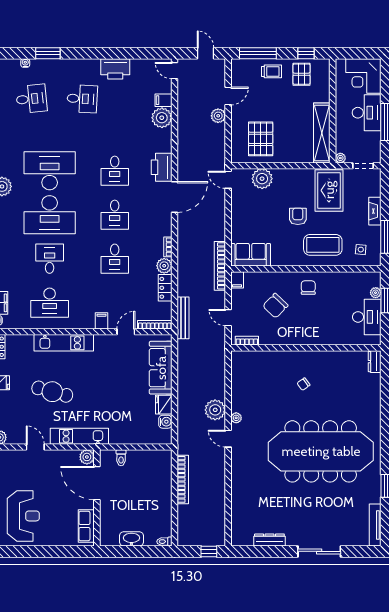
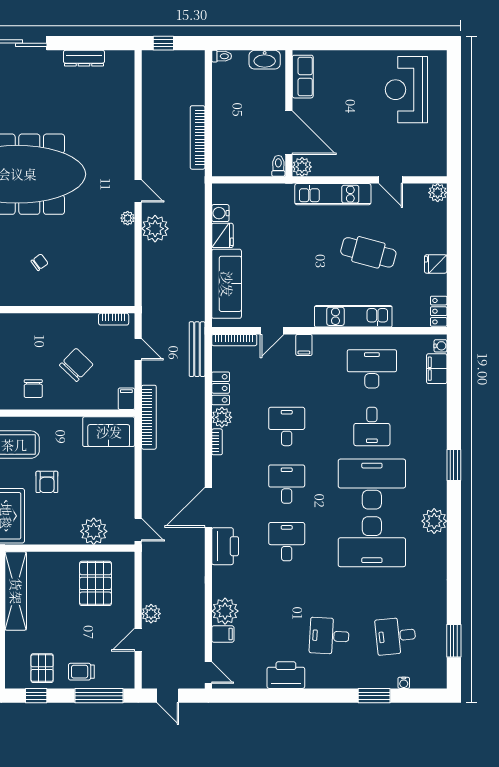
plant: (87, 457) -> (302, 167), moved
door: (97, 483) -> (289, 133), moved
wall: (97, 498) -> (289, 113), moved
row of seats: (86, 526) -> (303, 77), moved

